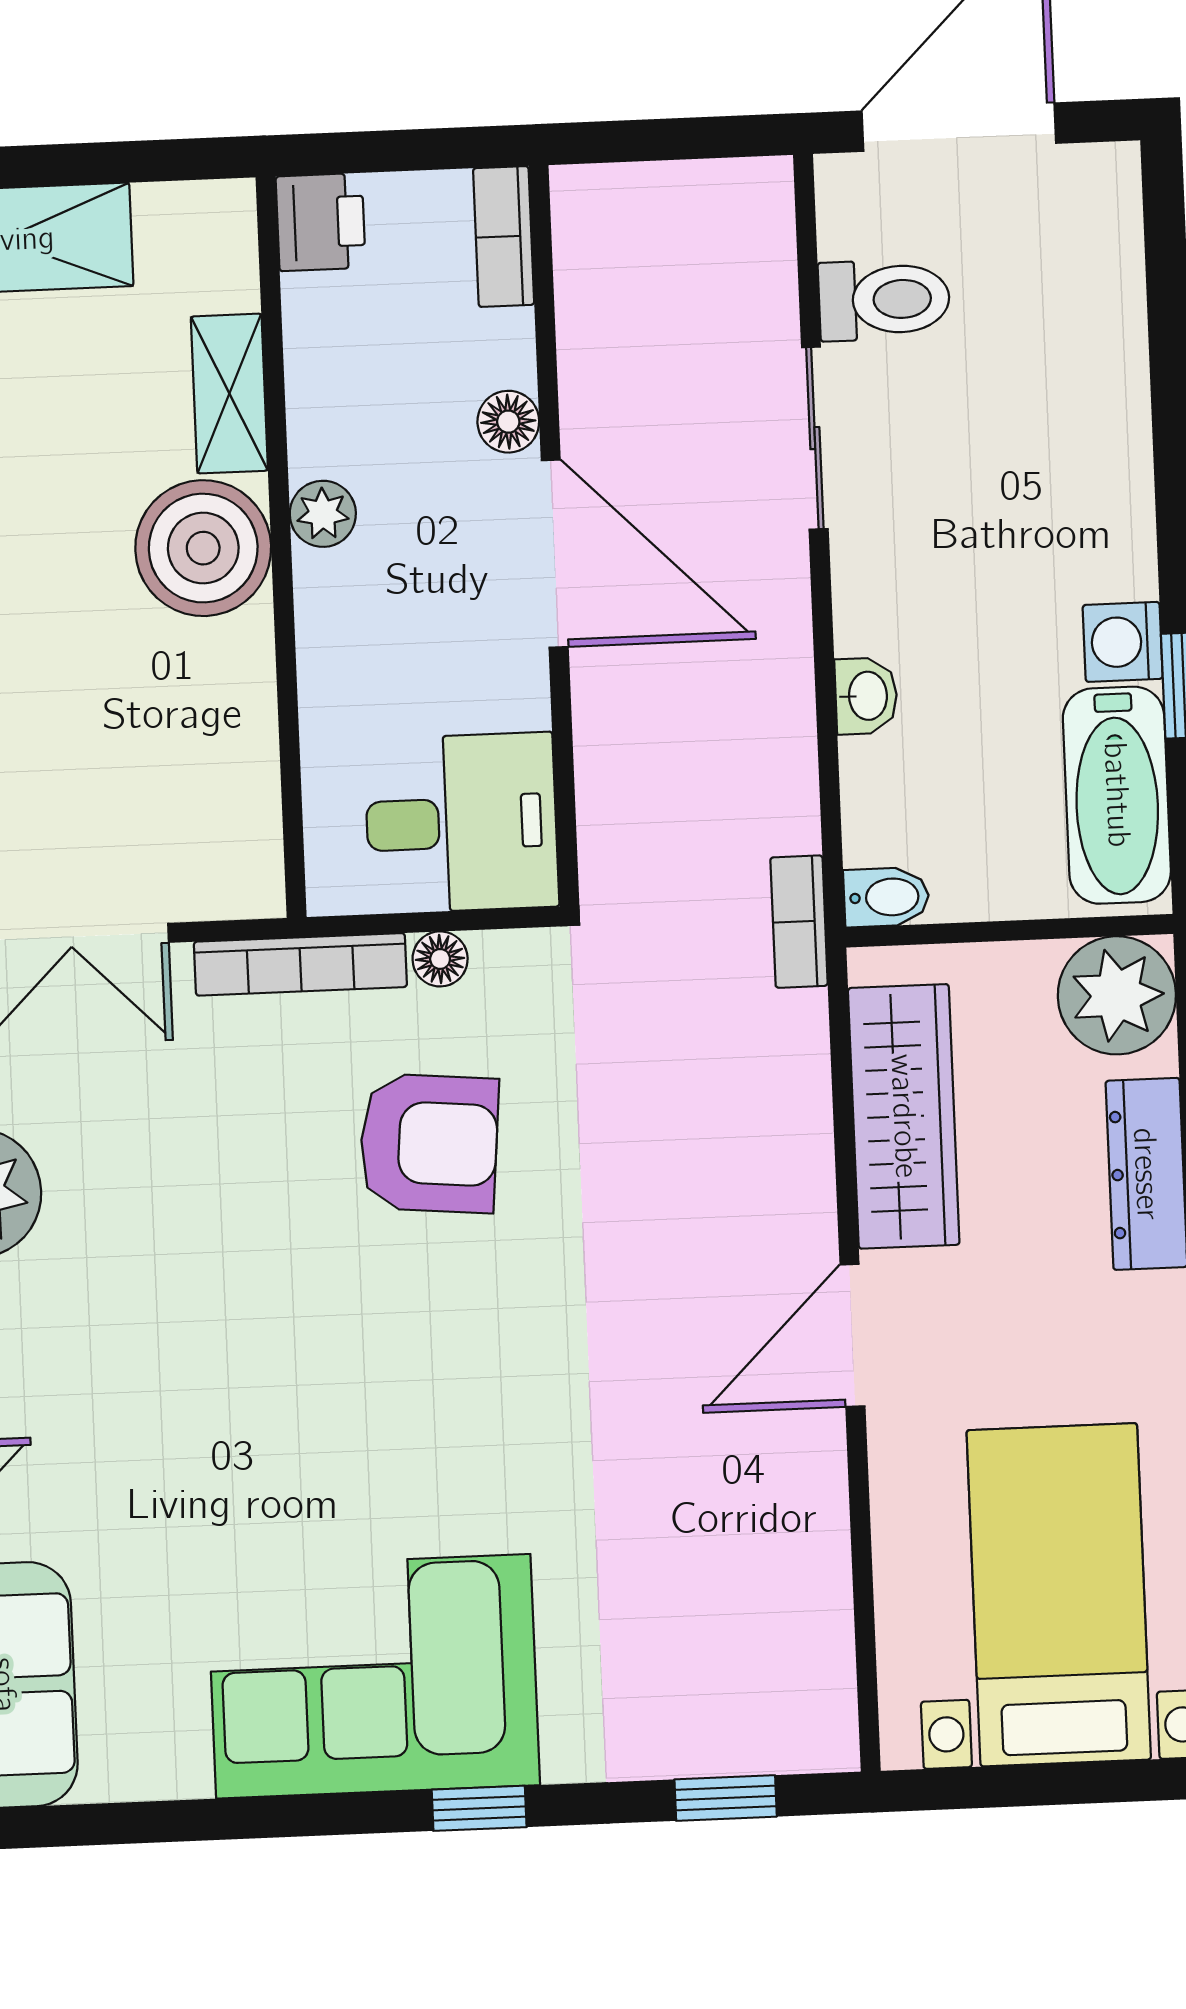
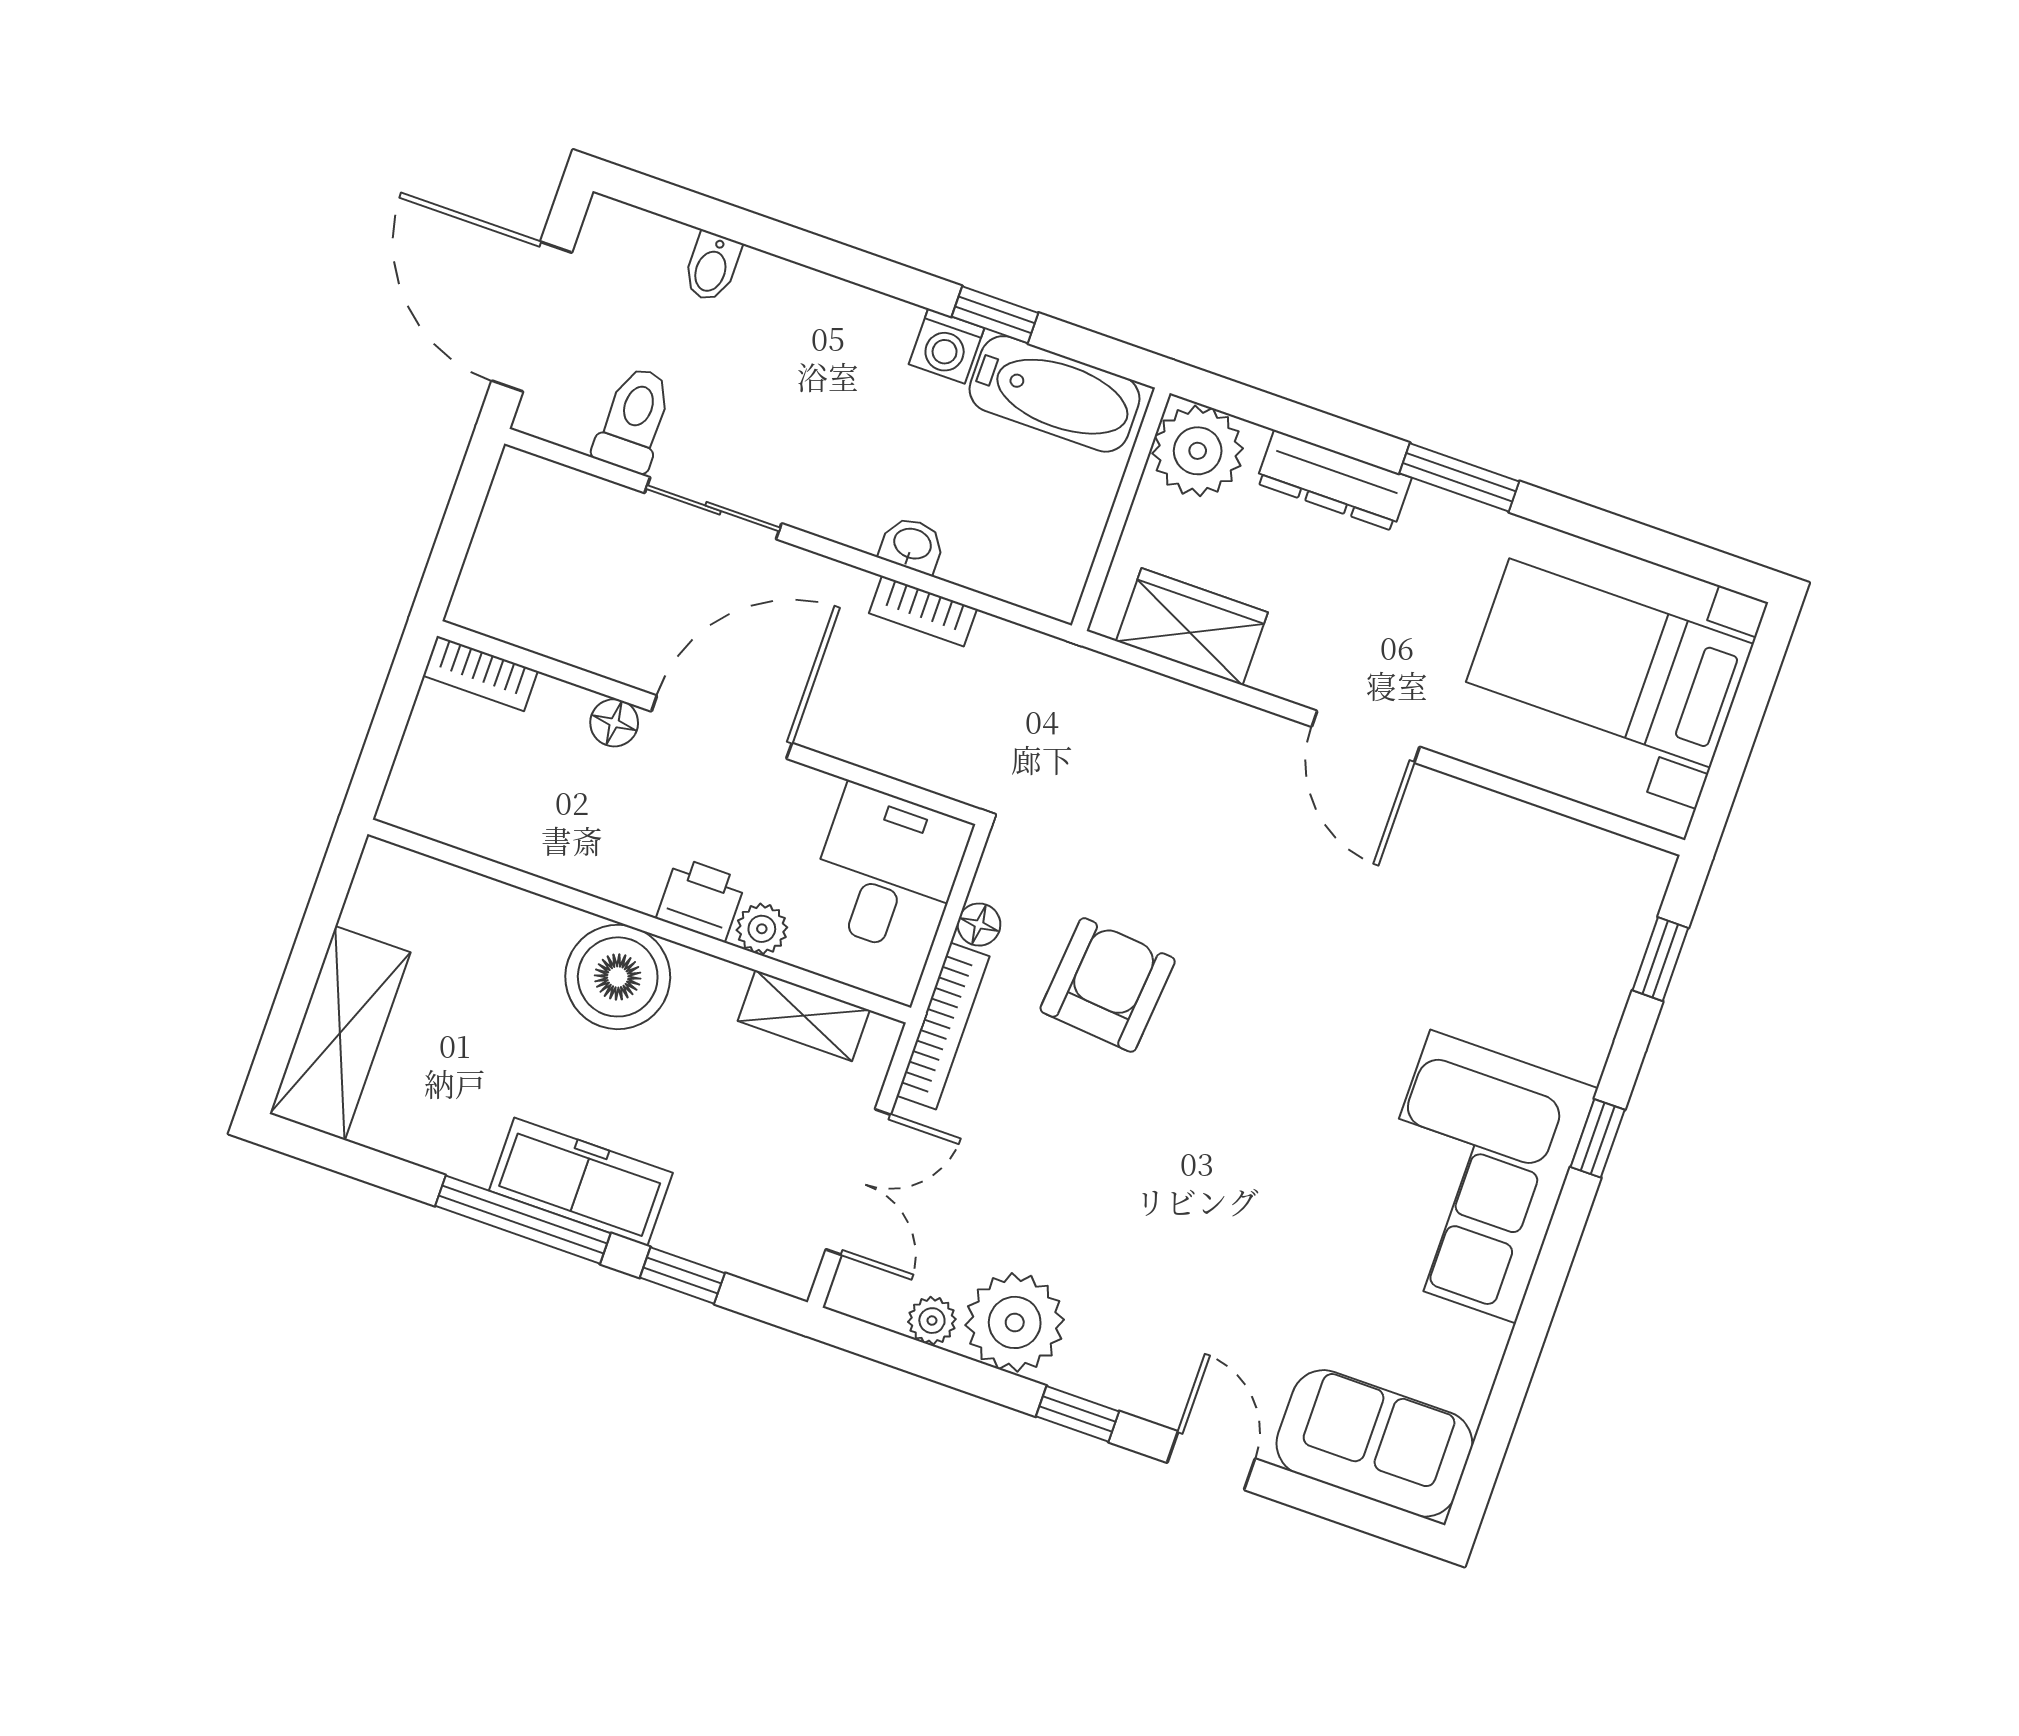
printer: (321, 222) -> (701, 899), moved
shelving: (229, 394) -> (804, 1016), moved
plant: (323, 514) -> (762, 929), moved
bidet: (886, 897) -> (712, 267), moved, turned 180
bookcase: (799, 922) -> (923, 611), moved
wardrobe: (904, 1116) -> (1192, 627), width x0.67

